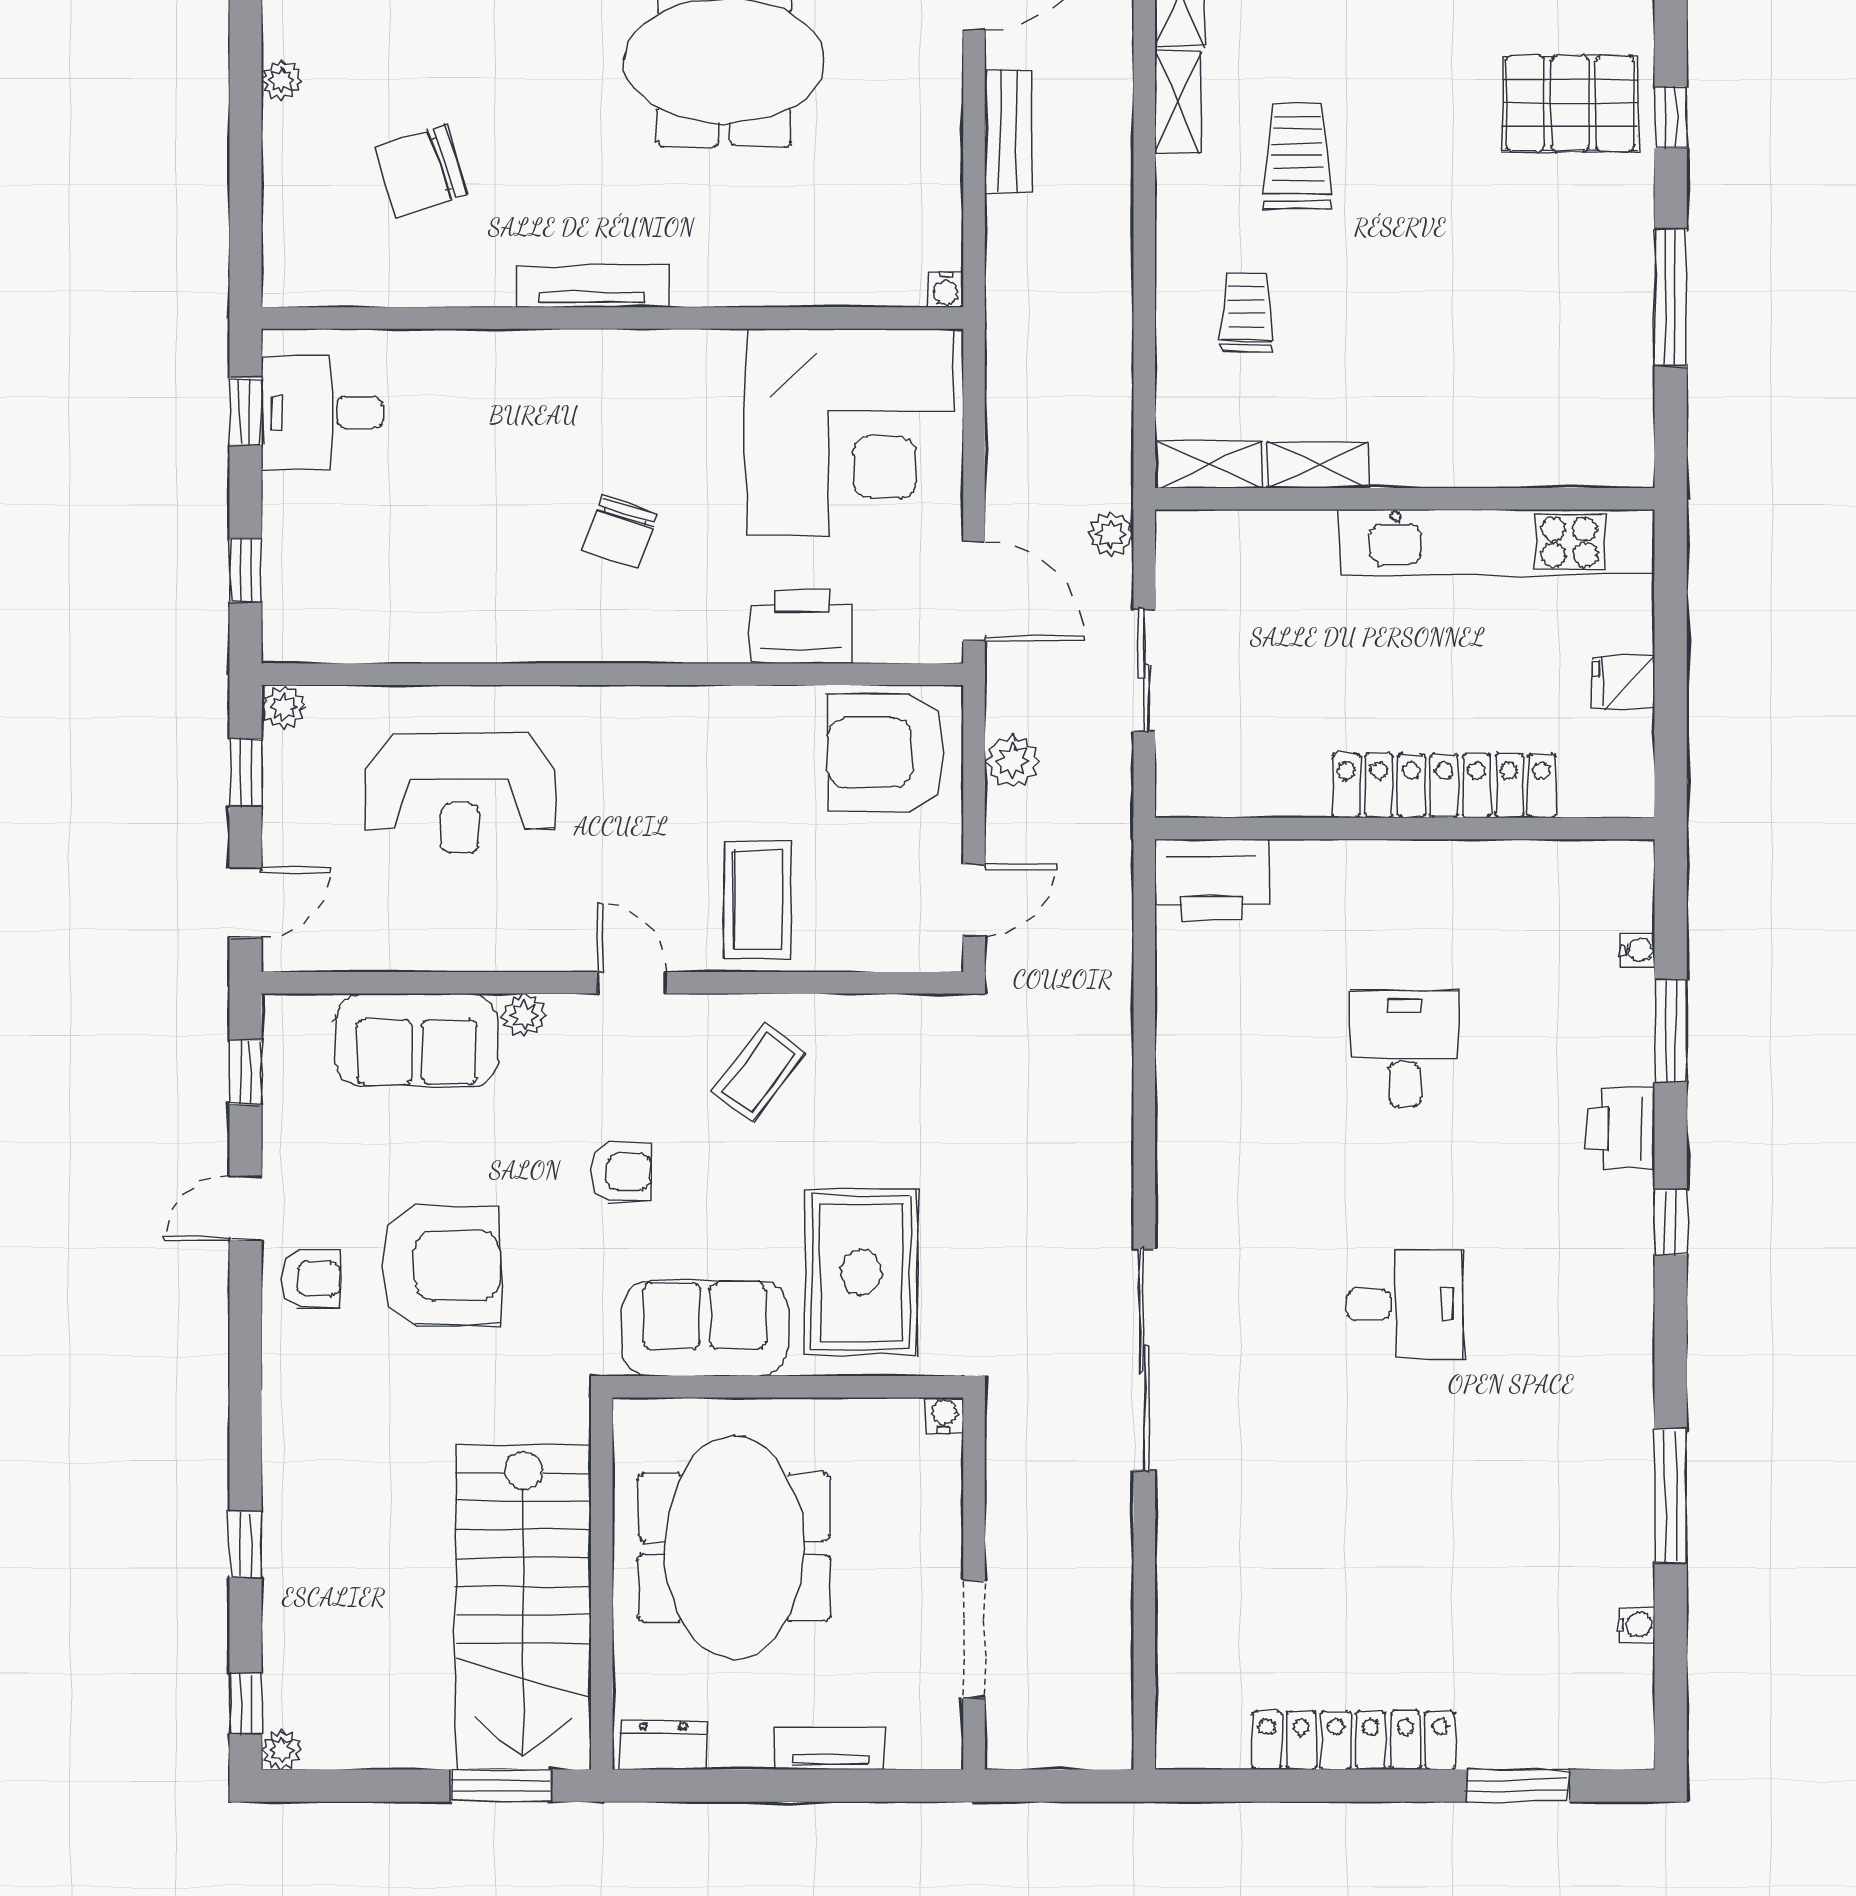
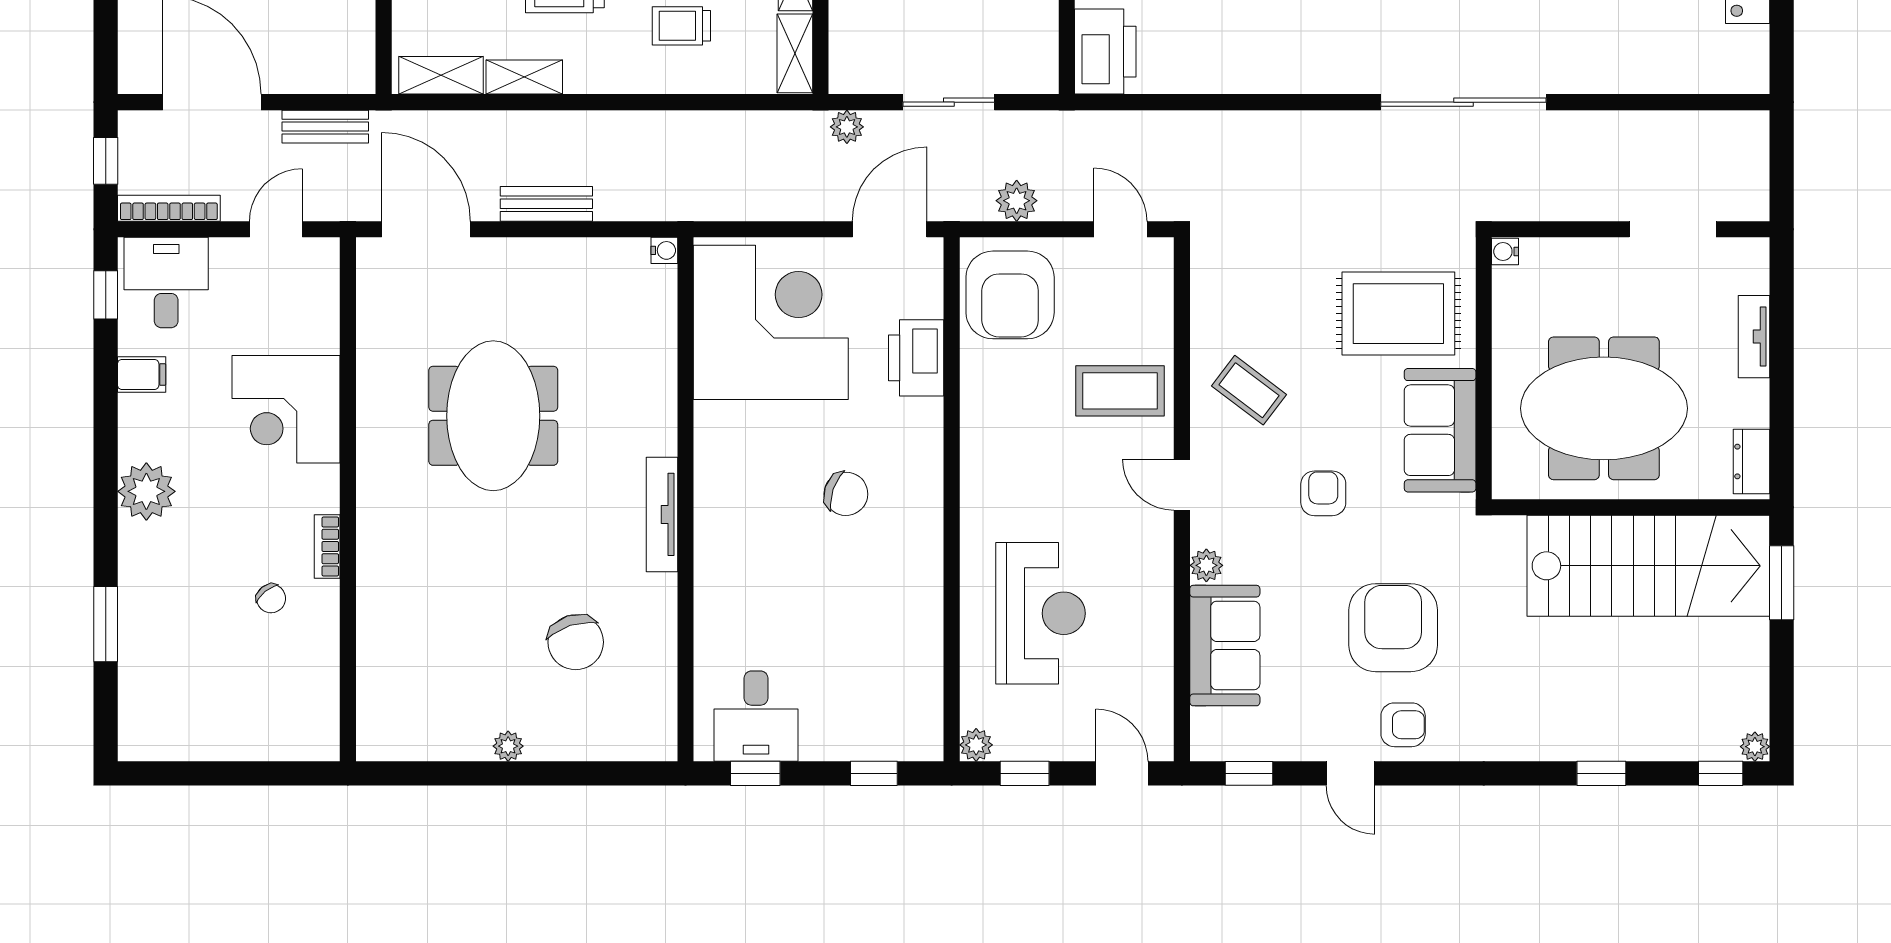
door: (632, 983) -> (1182, 485), hinge flipped
armchair: (311, 1279) -> (1403, 725), turned 90

